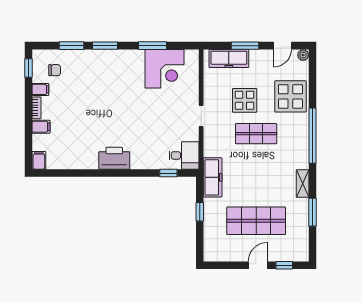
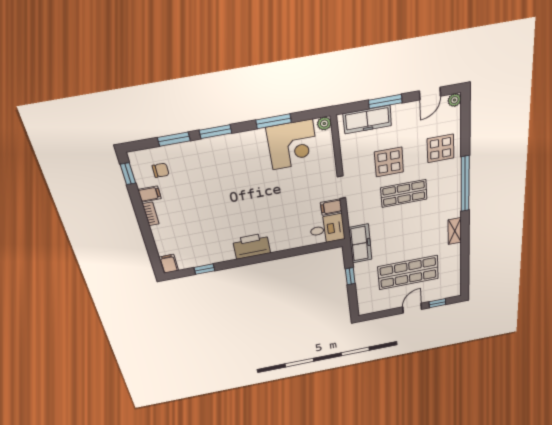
plant: (193, 55) -> (324, 124), added
display table: (290, 96) -> (441, 148), width x0.73, depth x0.73
filing cabinet: (41, 127) -> (331, 207), moved, turned 180
window: (168, 173) -> (204, 269), moved
window: (312, 212) -> (465, 254), removed

